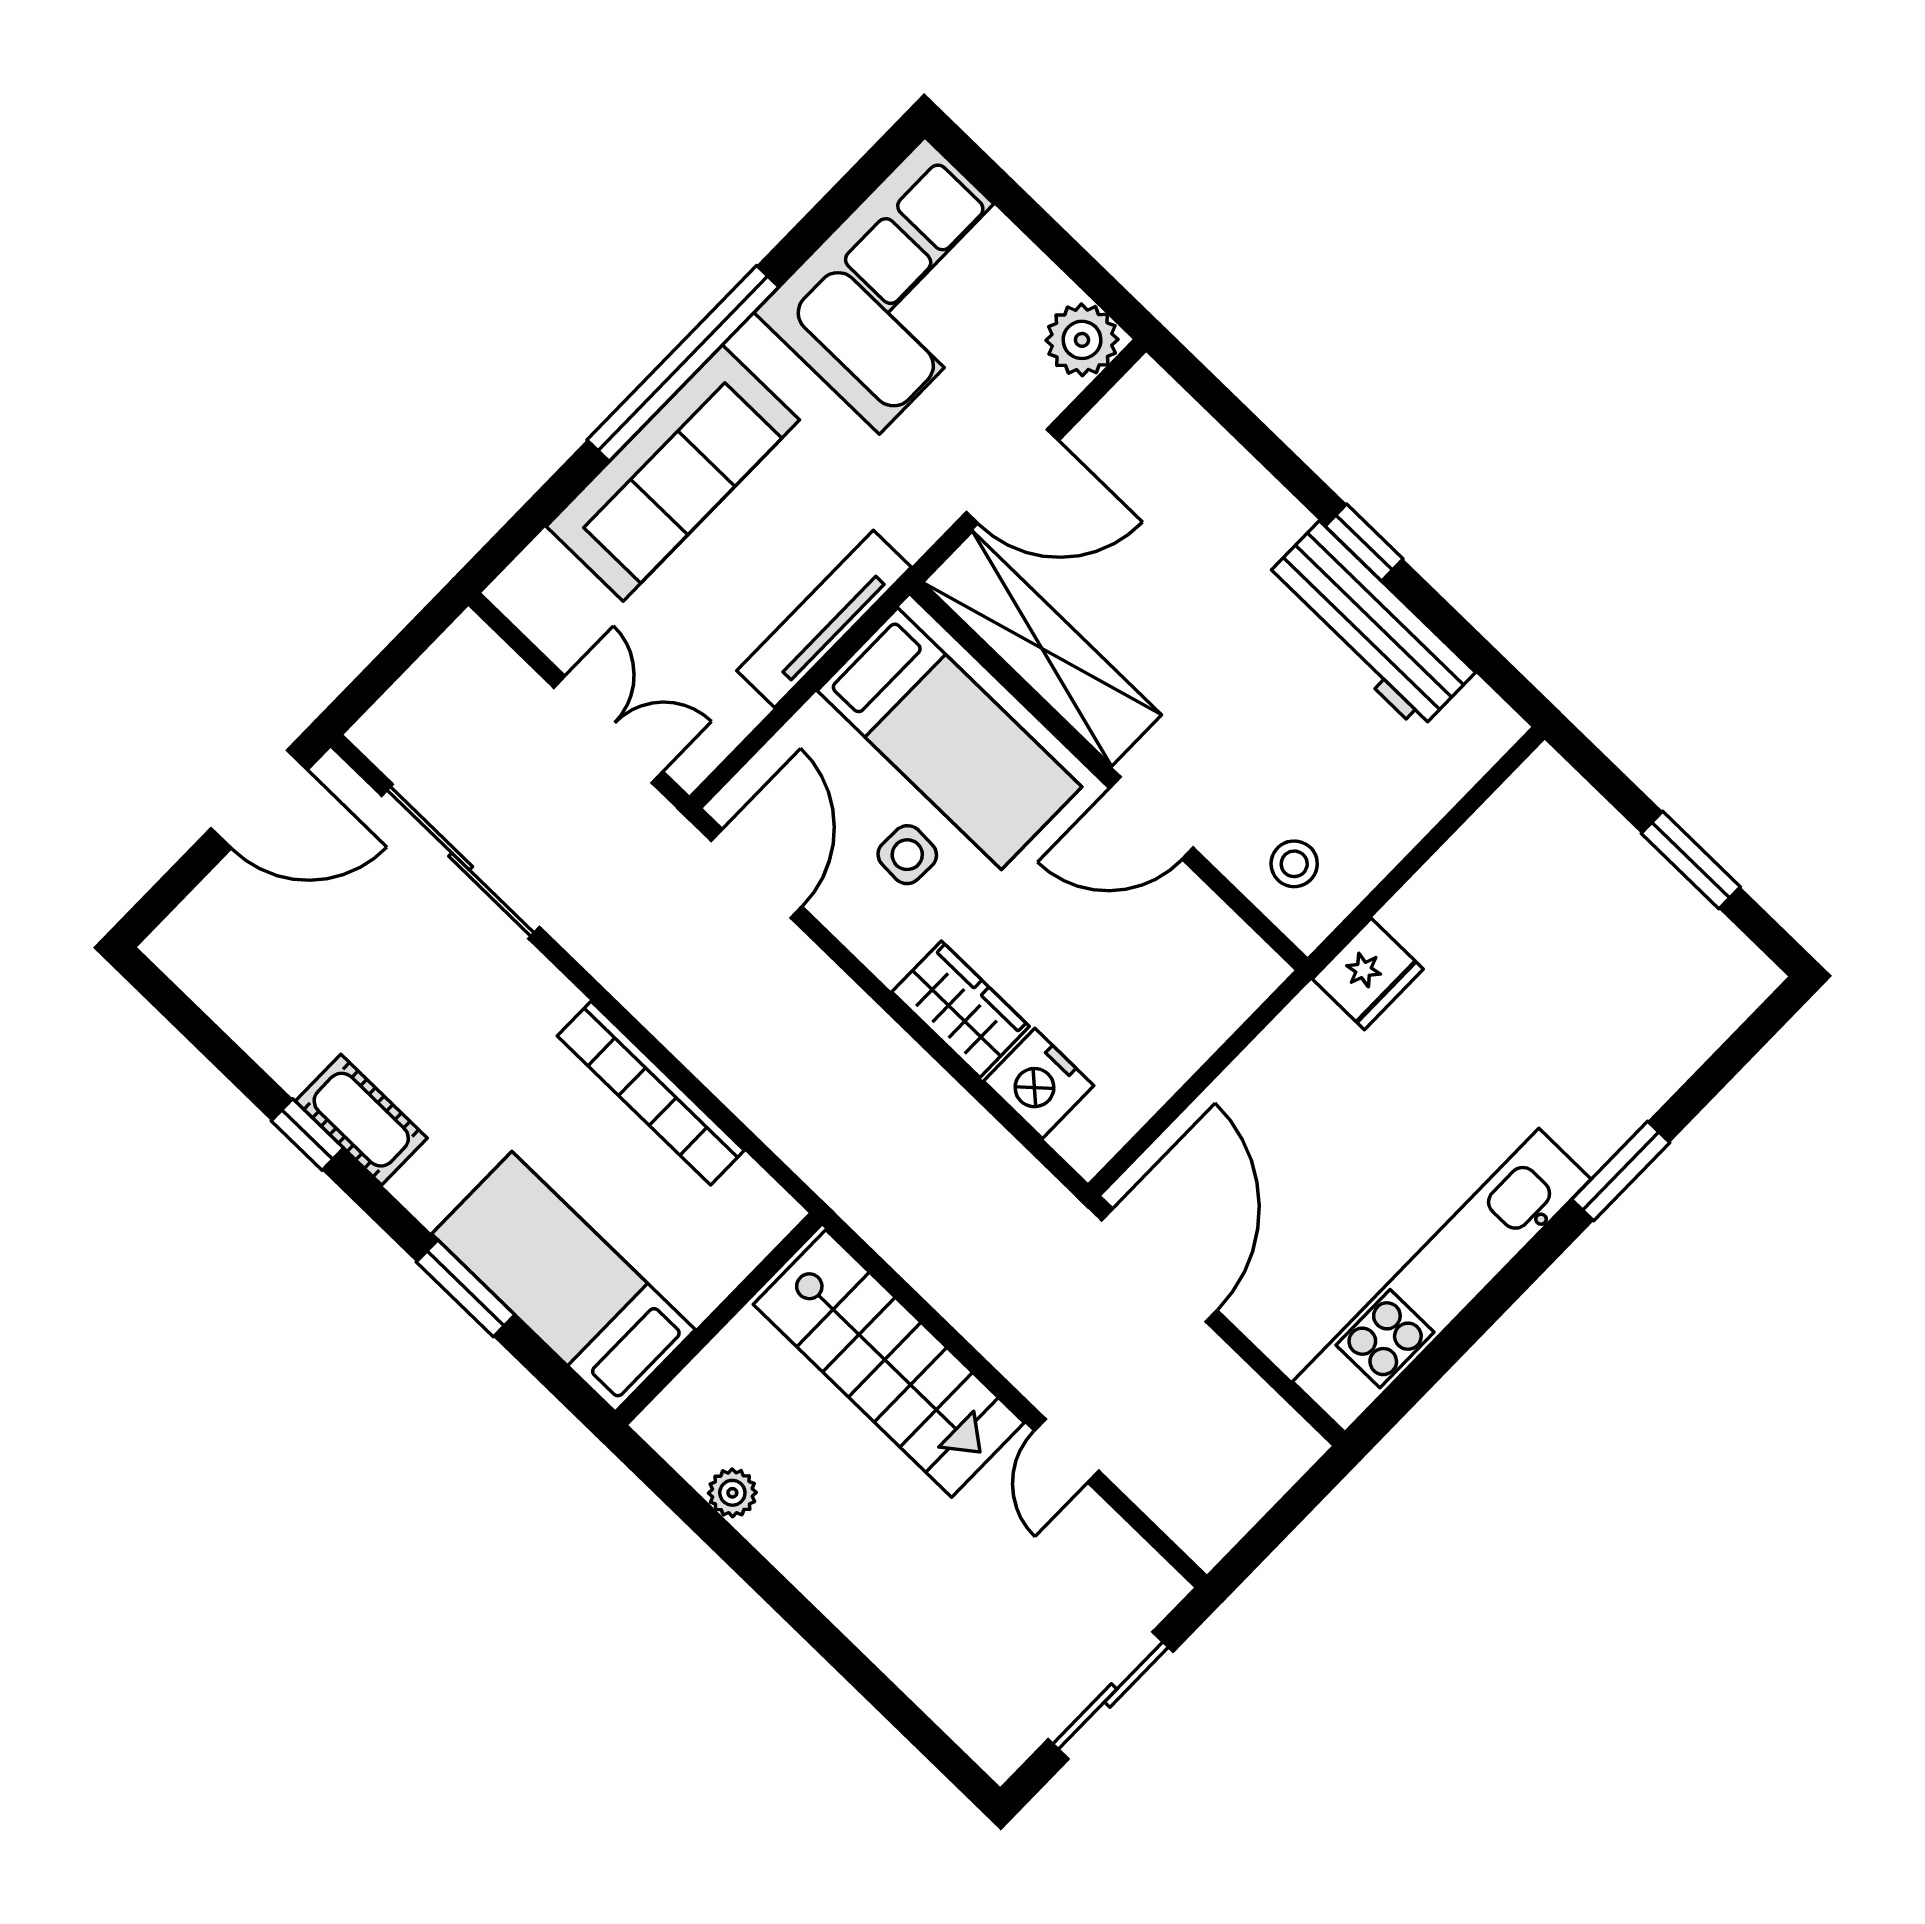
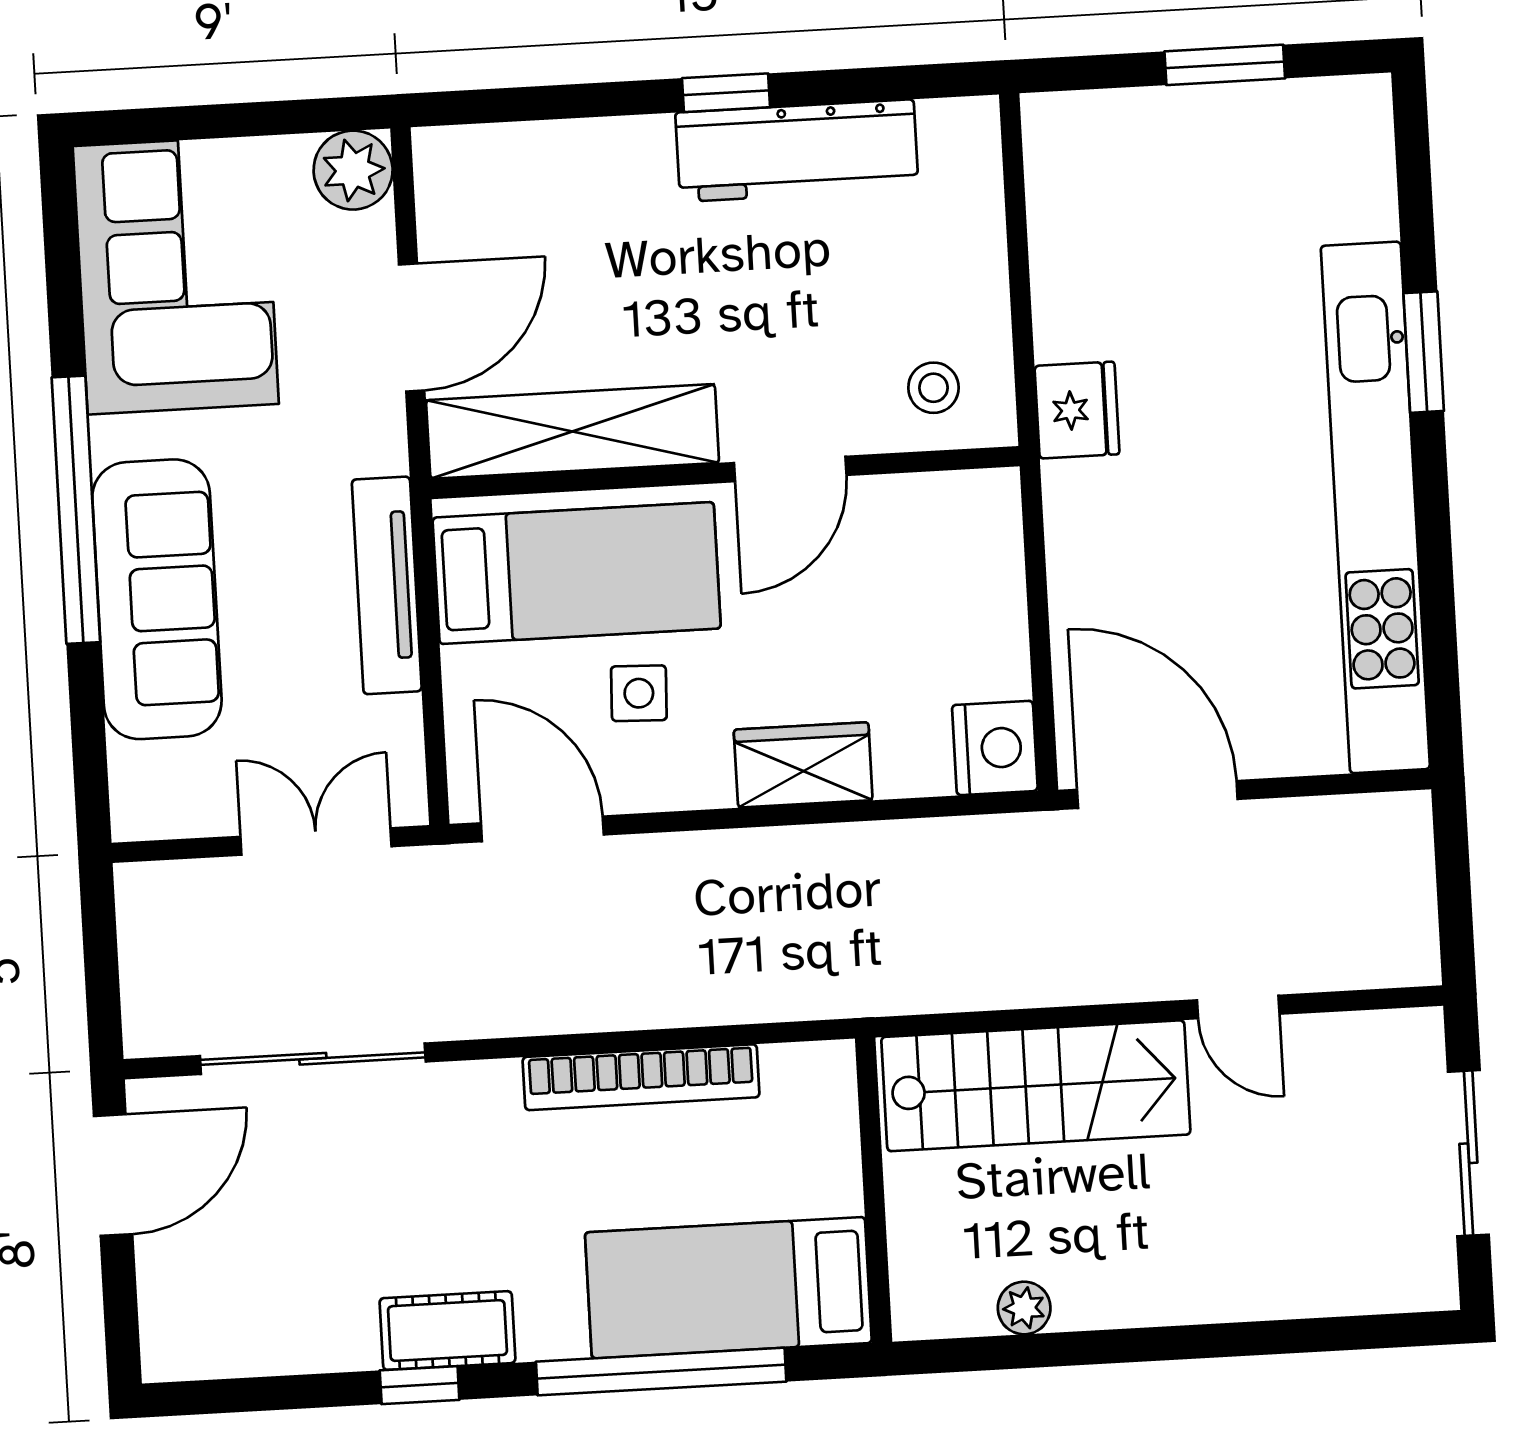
nightstand: (1039, 1083) -> (995, 748), moved, turned -90
kitchen unit: (1442, 1280) -> (1375, 507), width x1.36
window: (466, 1288) -> (661, 1372), width x2.11

